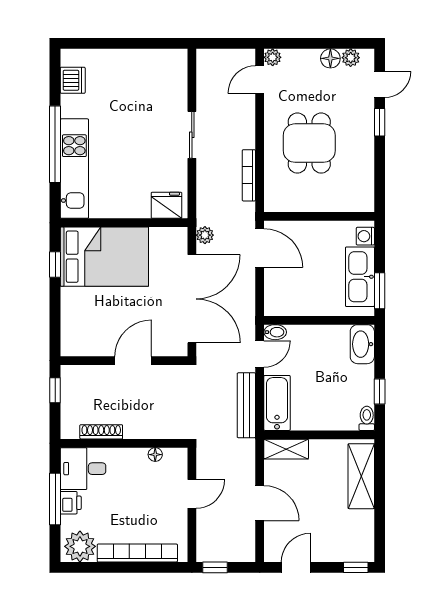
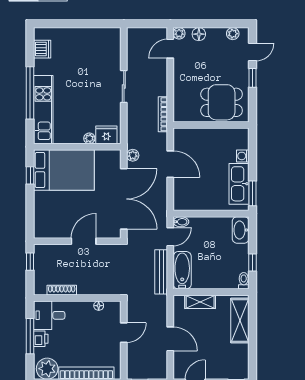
floor lamp: (330, 58) -> (199, 34), moved
dining table: (309, 143) -> (222, 102), moved, turned 90
plant: (142, 210) -> (89, 138), added
wall: (319, 216) -> (211, 125), moved
shelving: (286, 449) -> (200, 302), moved

